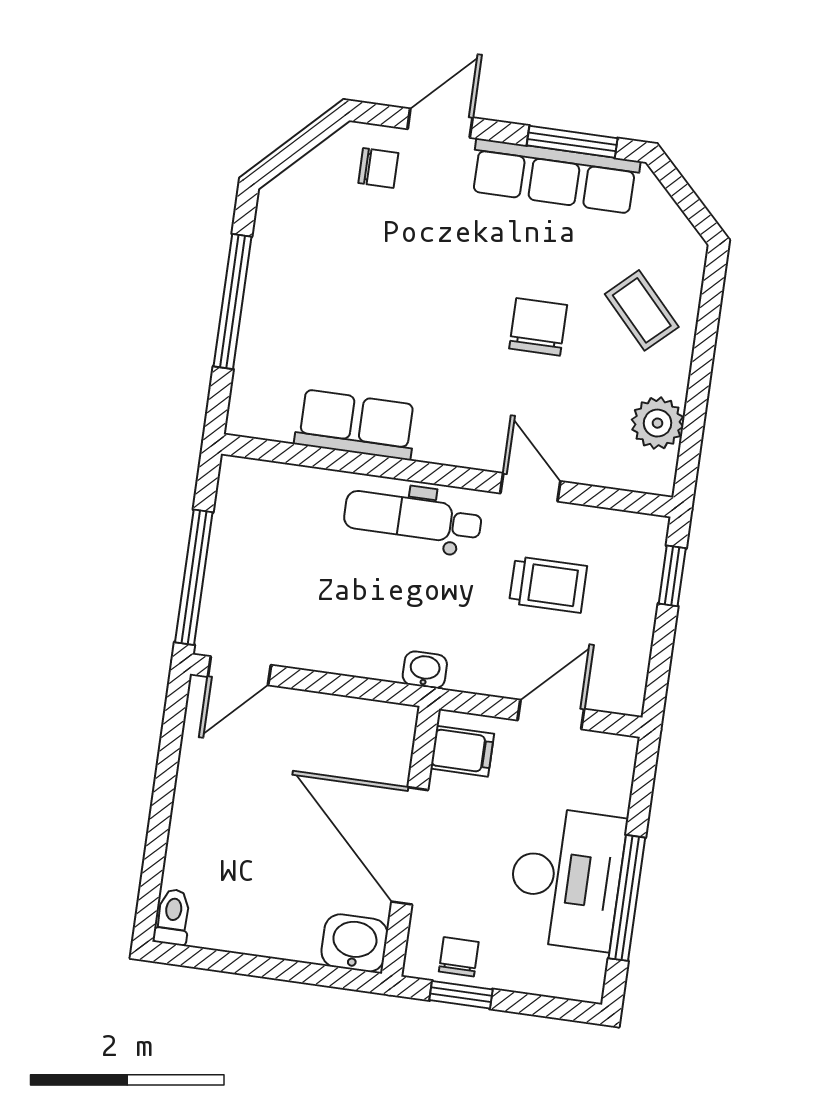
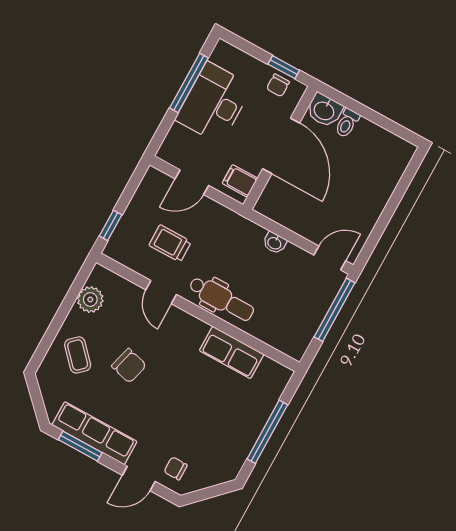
chair: (538, 327) -> (129, 366), turned -75
washbasin: (425, 670) -> (275, 243), moved
toilet: (173, 917) -> (347, 123), moved

